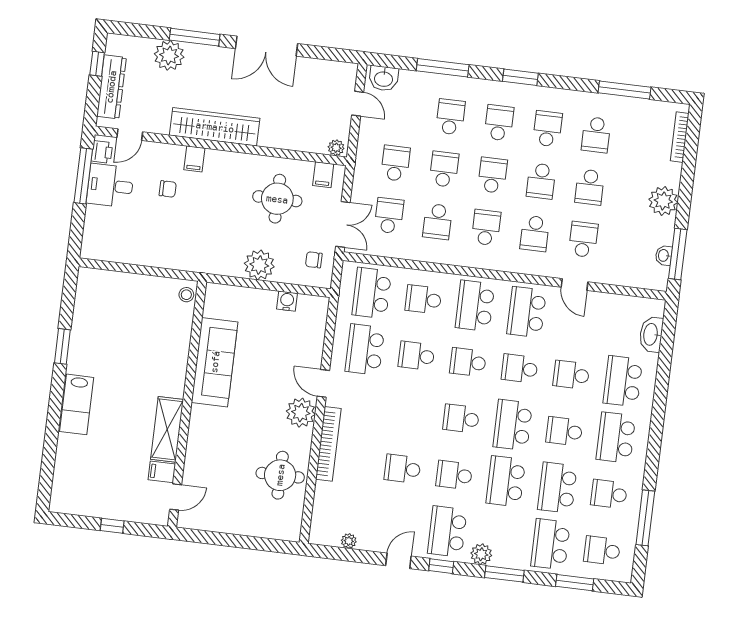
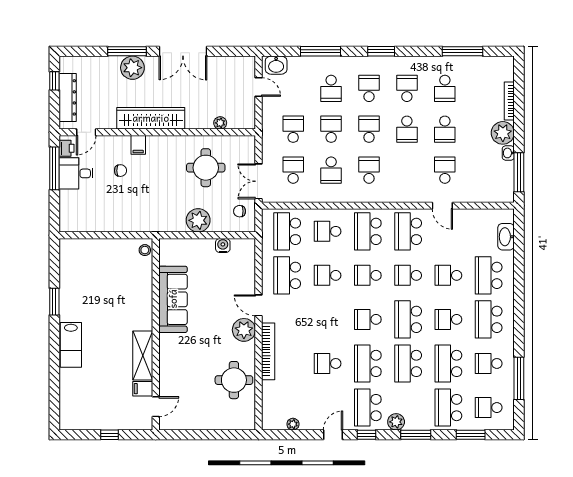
plant: (169, 55) -> (132, 68), moved
school desk: (450, 117) -> (331, 88), turned 180
bookcase: (680, 137) -> (509, 101), moved
plant: (336, 148) -> (220, 123), moved
filing cabinet: (323, 175) -> (239, 145), removed
double door: (343, 224) -> (259, 181), swing flipped
school desk: (535, 233) -> (407, 170), removed
washbasin: (664, 255) -> (508, 153), moved
school desk: (454, 475) -> (368, 363), width x1.85

